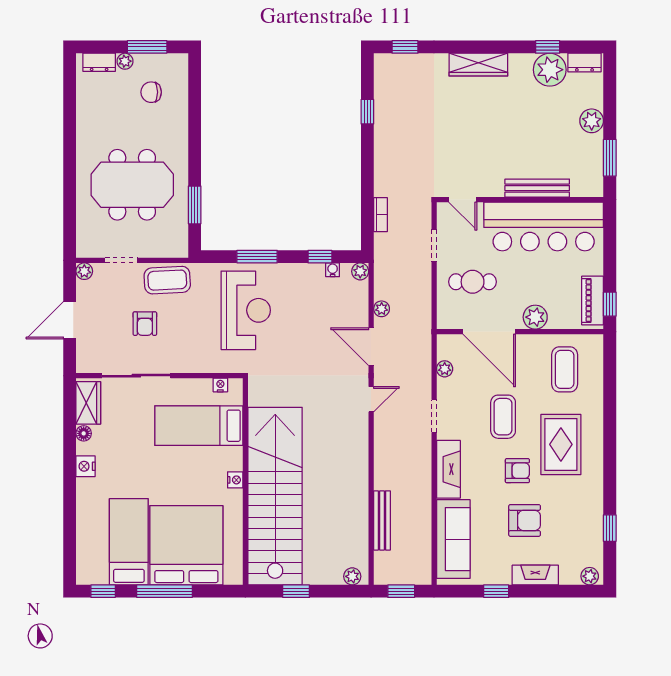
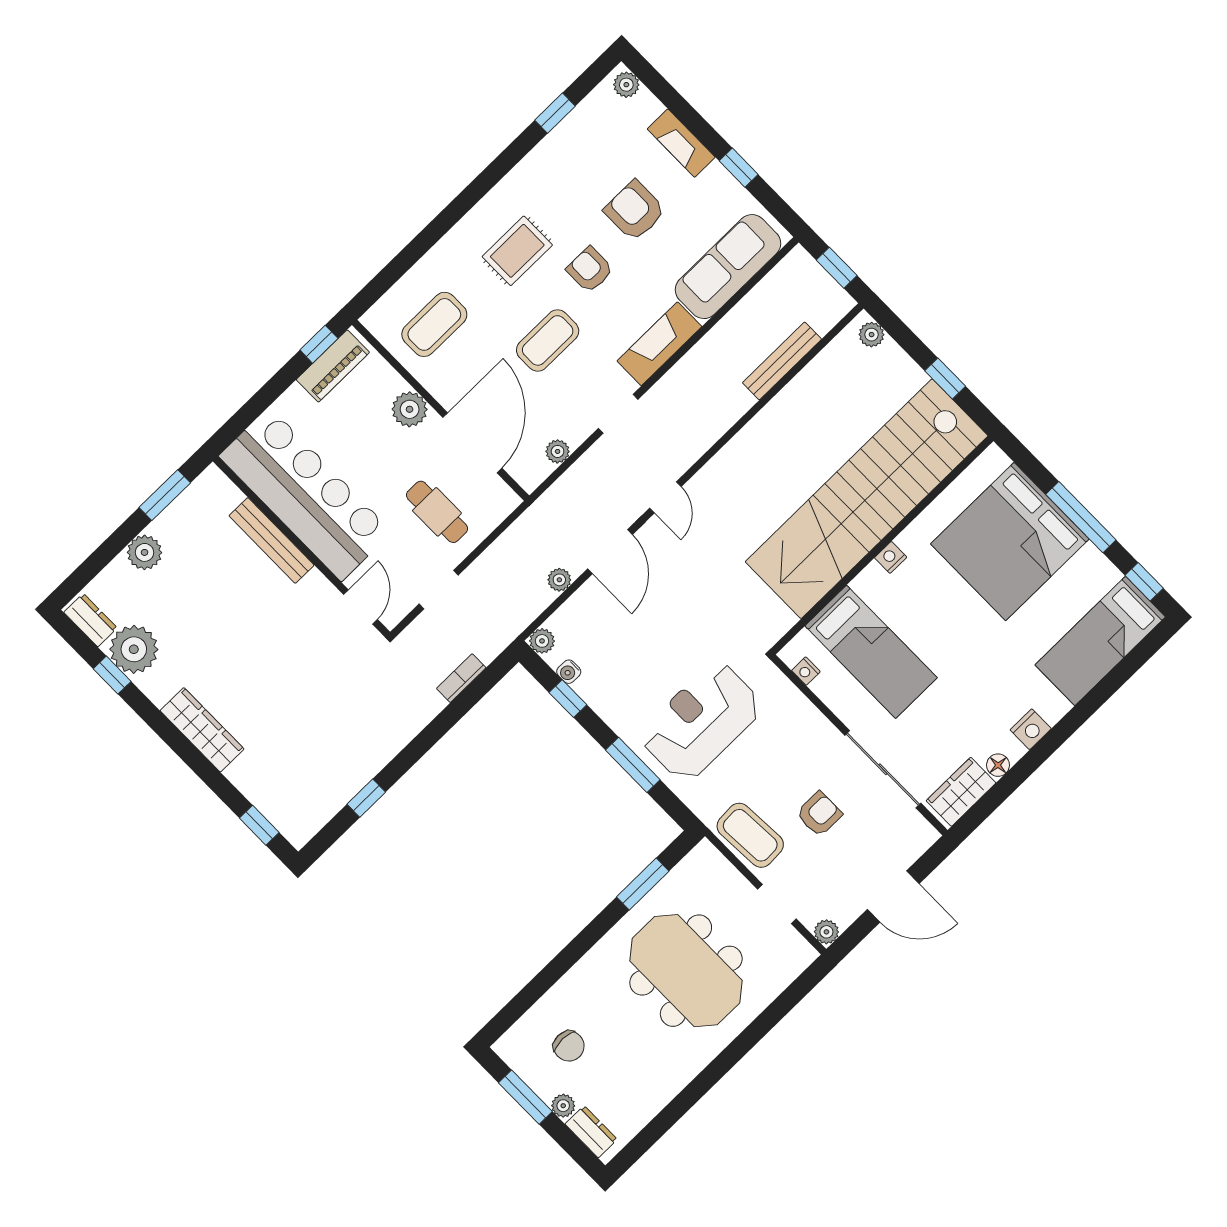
door: (371, 399) -> (665, 497), swing flipped
rug: (561, 444) -> (517, 251), width x0.73, depth x0.70
bed: (129, 542) -> (1100, 641), moved

